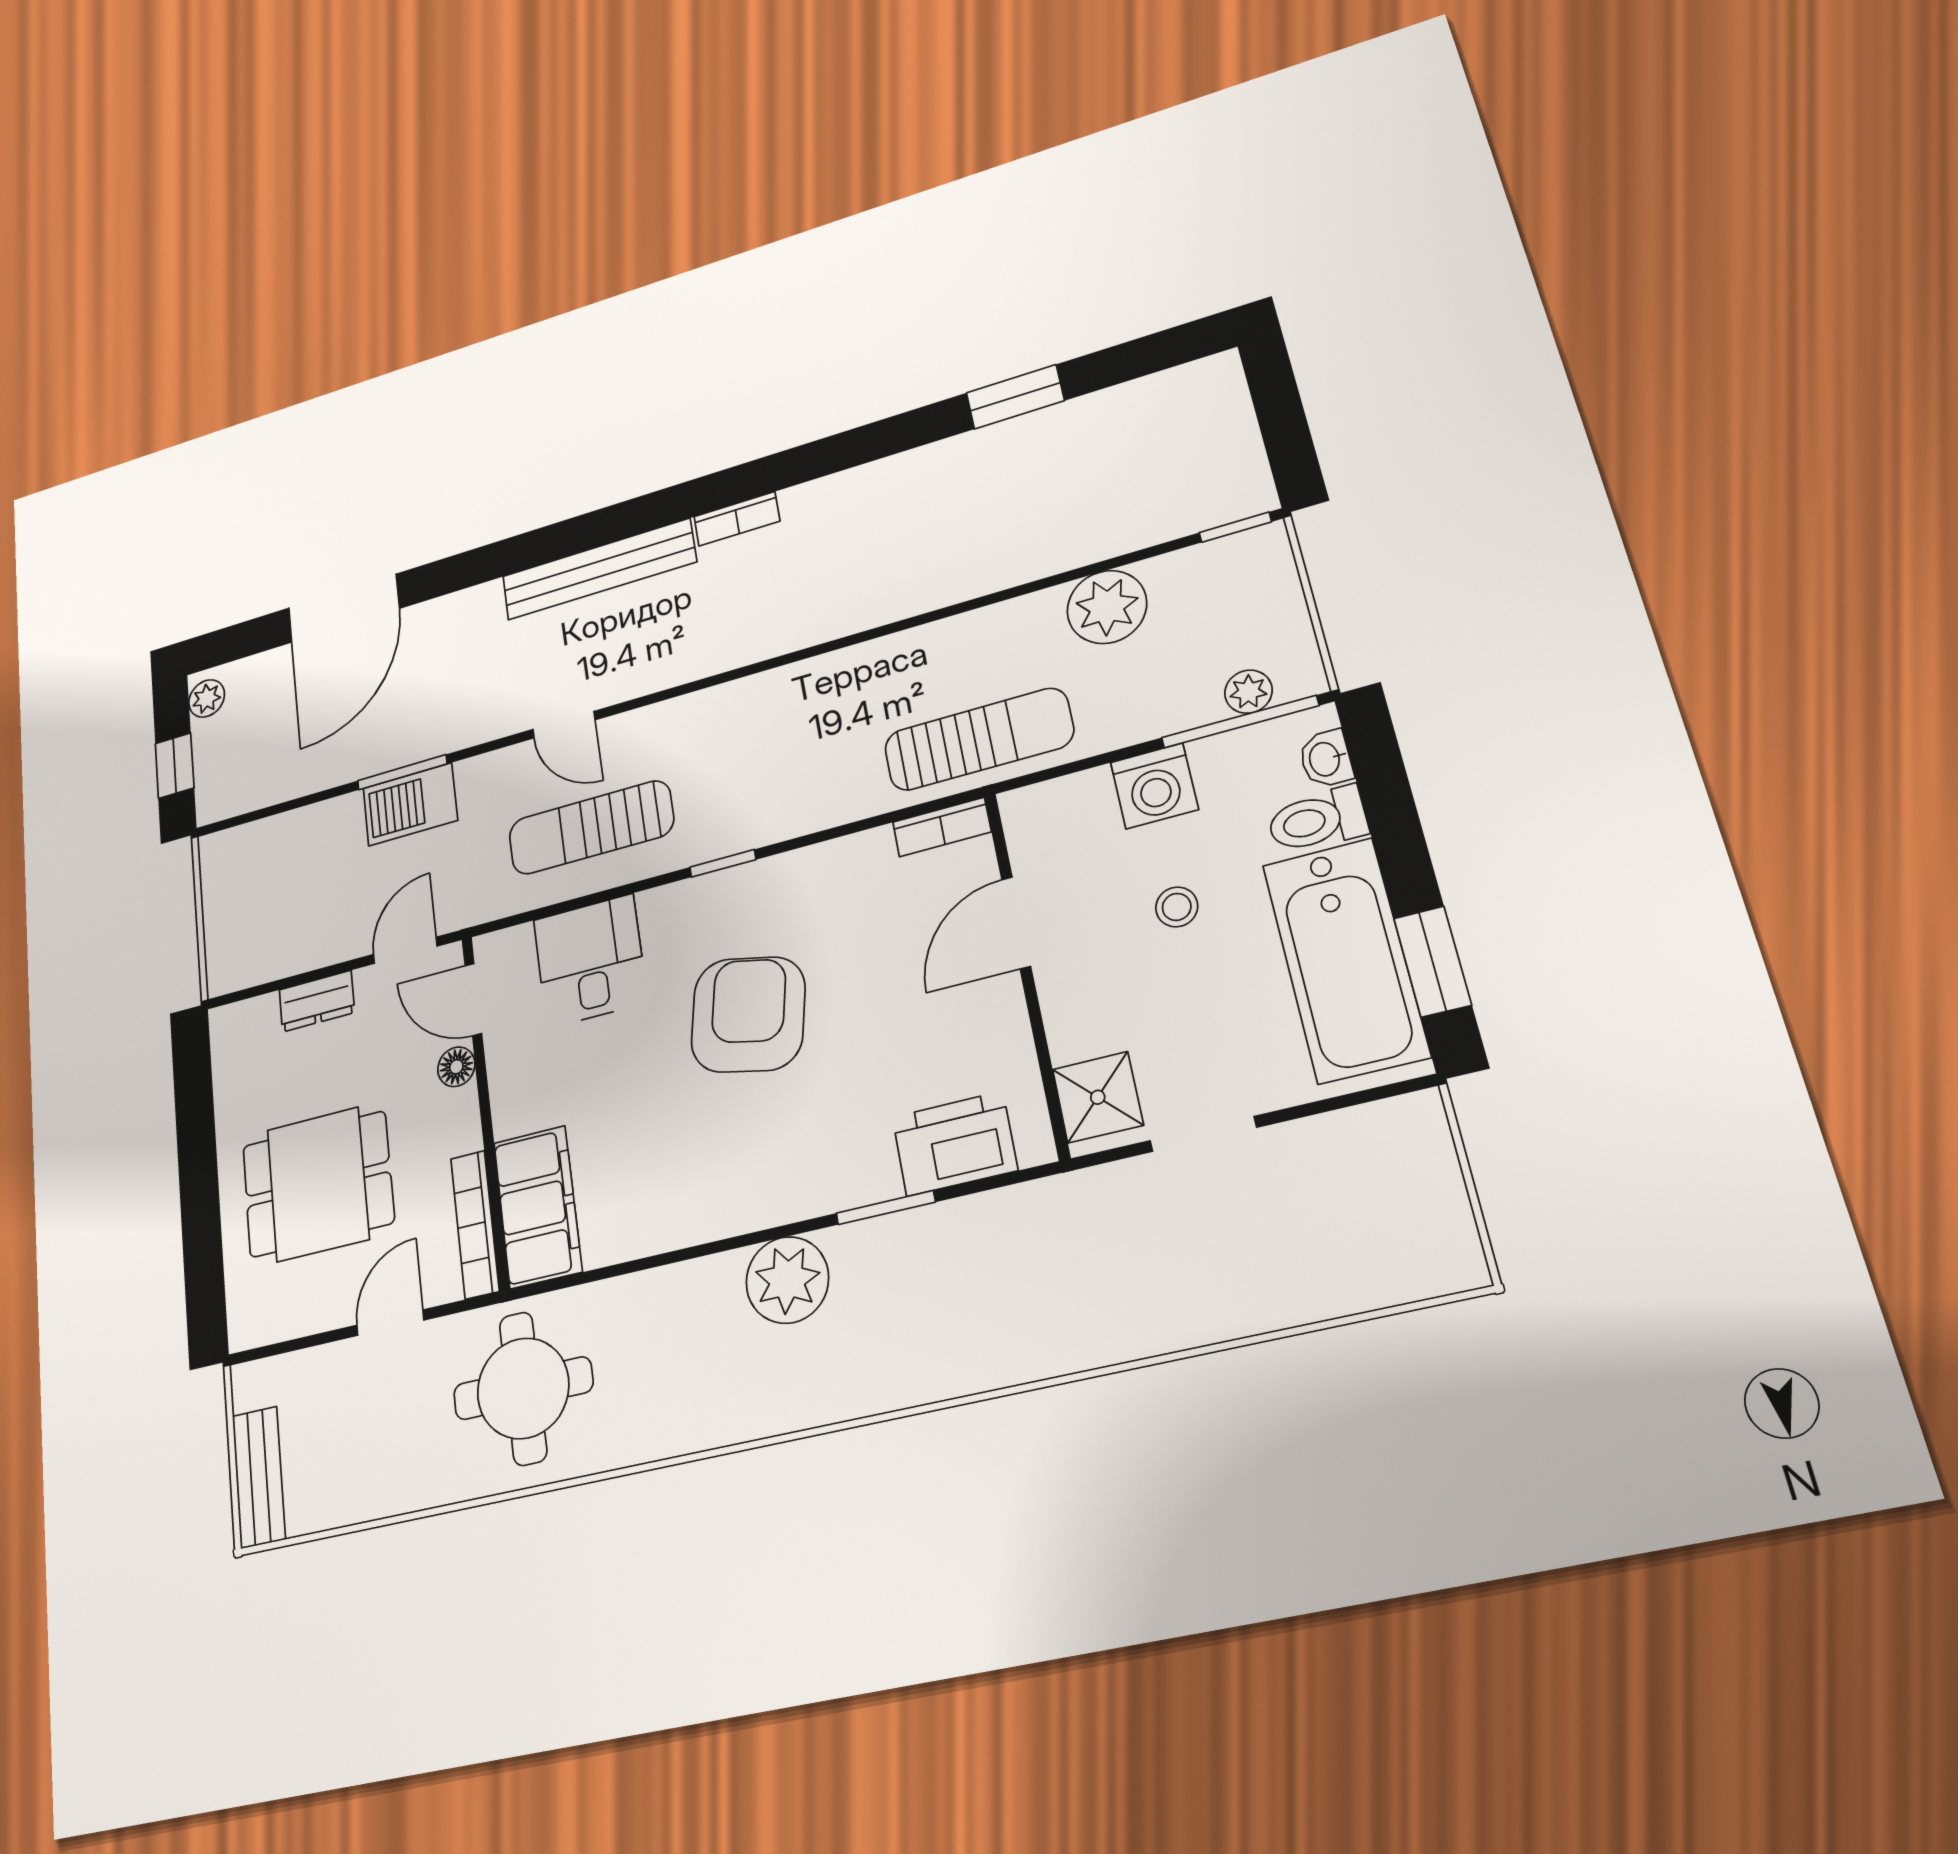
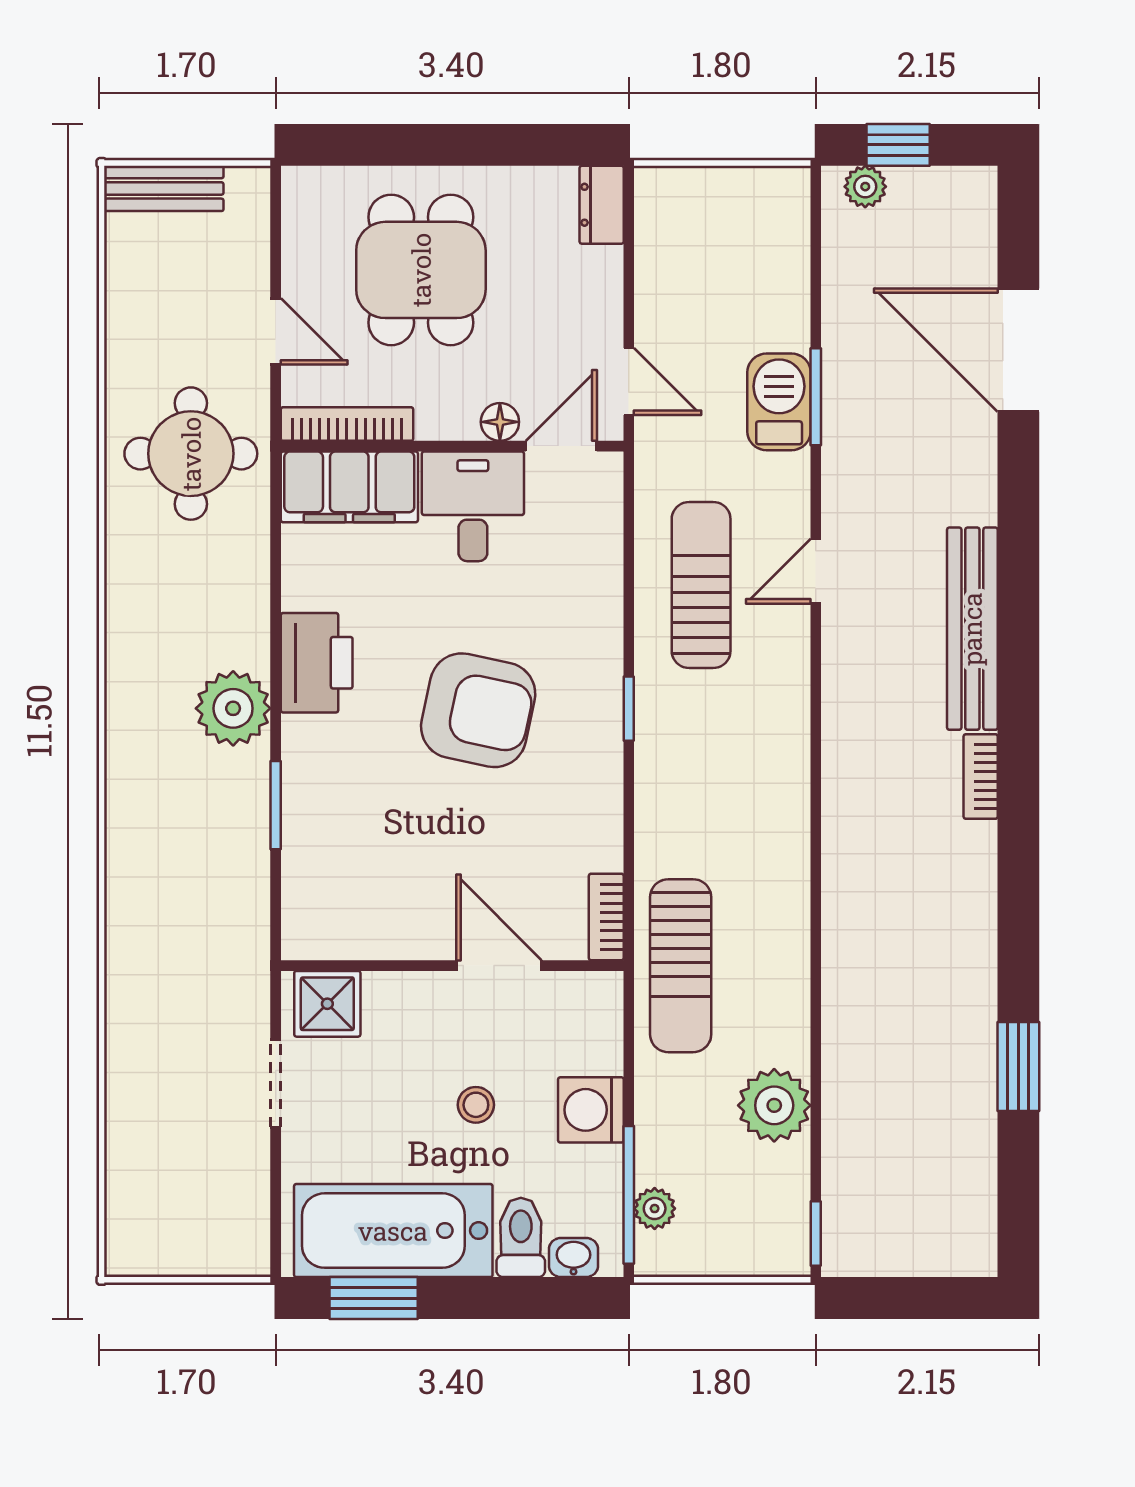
plant: (207, 698) -> (865, 187), moved
desk: (590, 961) -> (473, 506), moved, turned -90
dresser: (317, 1001) -> (602, 205), moved
printer: (955, 1144) -> (317, 663), moved

